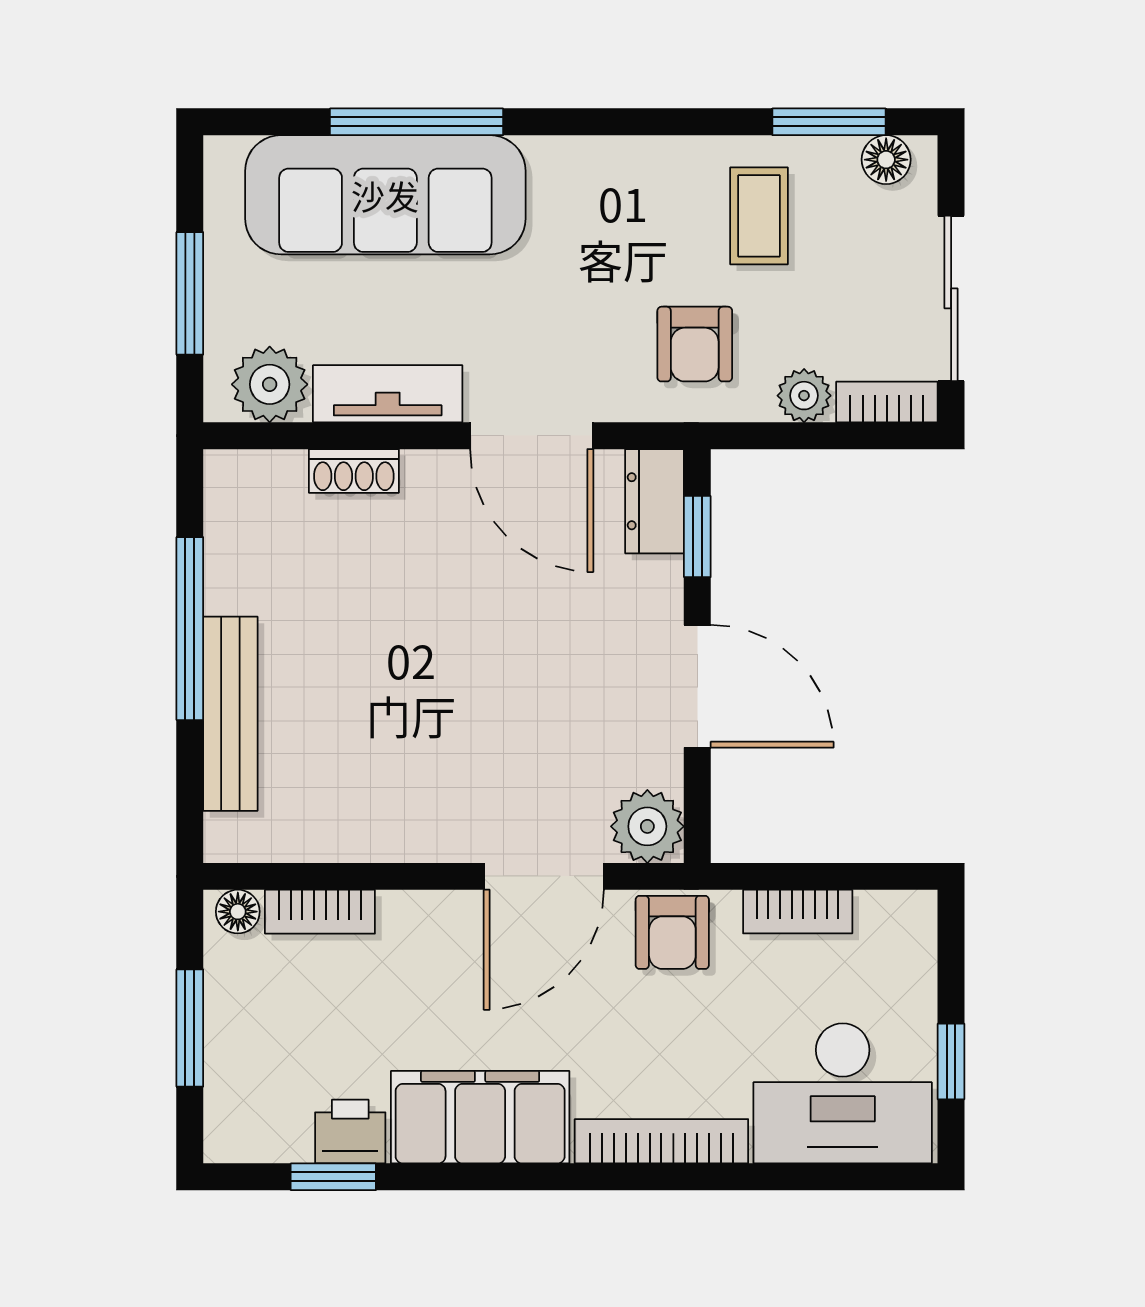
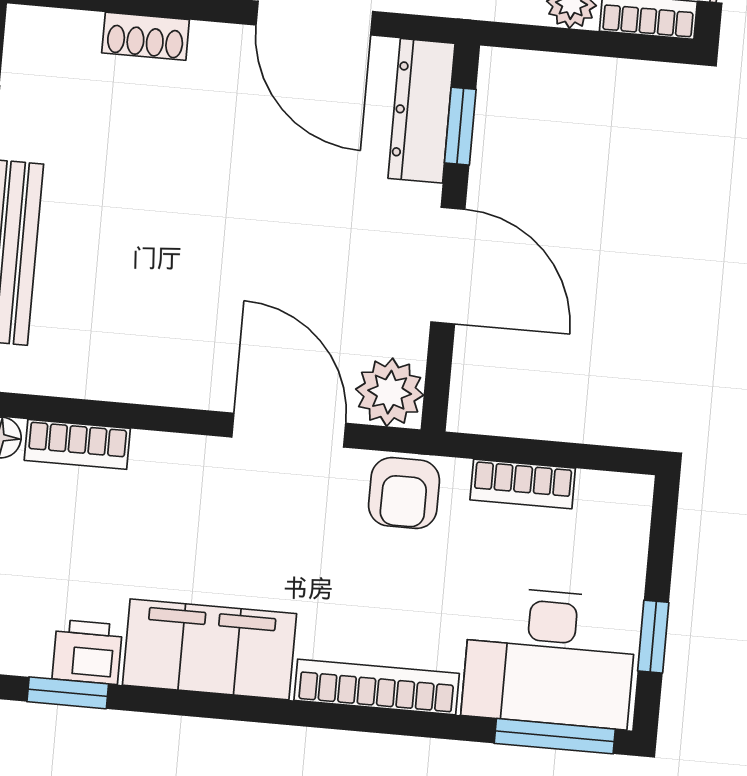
dresser: (655, 501) -> (422, 111), width x1.44
door: (544, 876) -> (289, 430), swing flipped
window: (856, 1177) -> (555, 736), added

